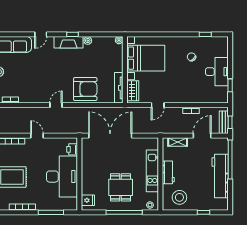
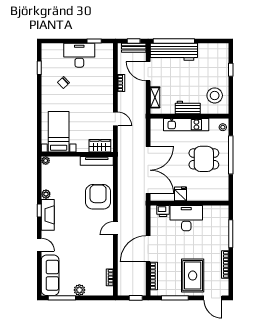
bed with nightstands: (146, 58) -> (59, 132), width x0.73
door: (56, 105) -> (115, 228), hinge flipped
door: (37, 136) -> (148, 249), width x1.87
double door: (110, 136) -> (148, 170), swing flipped
workbench: (220, 176) -> (174, 52), moved
desk: (62, 177) -> (186, 218), width x0.73, depth x0.77
fridge: (88, 200) -> (180, 194), moved

